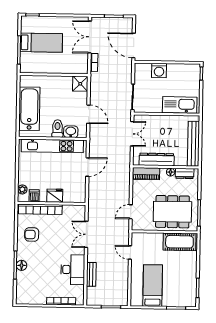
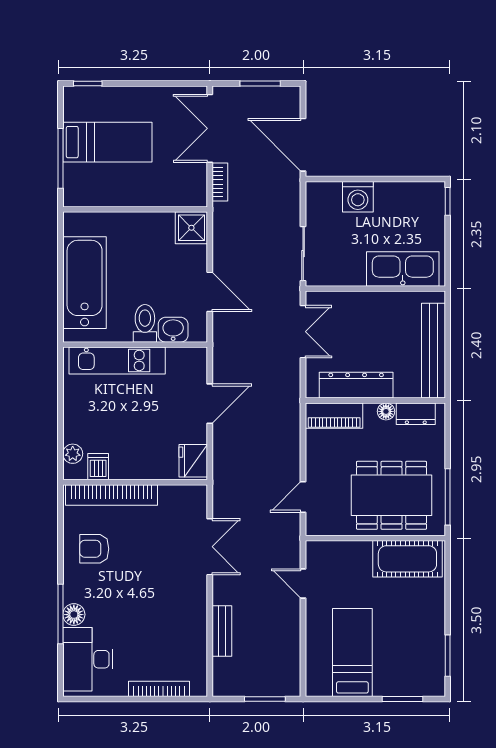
kitchen unit: (52, 146) -> (117, 360), width x0.73
fridge: (55, 196) -> (193, 461), moved, turned -90
double door: (86, 234) -> (210, 547), swing flipped
desk: (73, 270) -> (88, 659), moved, turned 180

